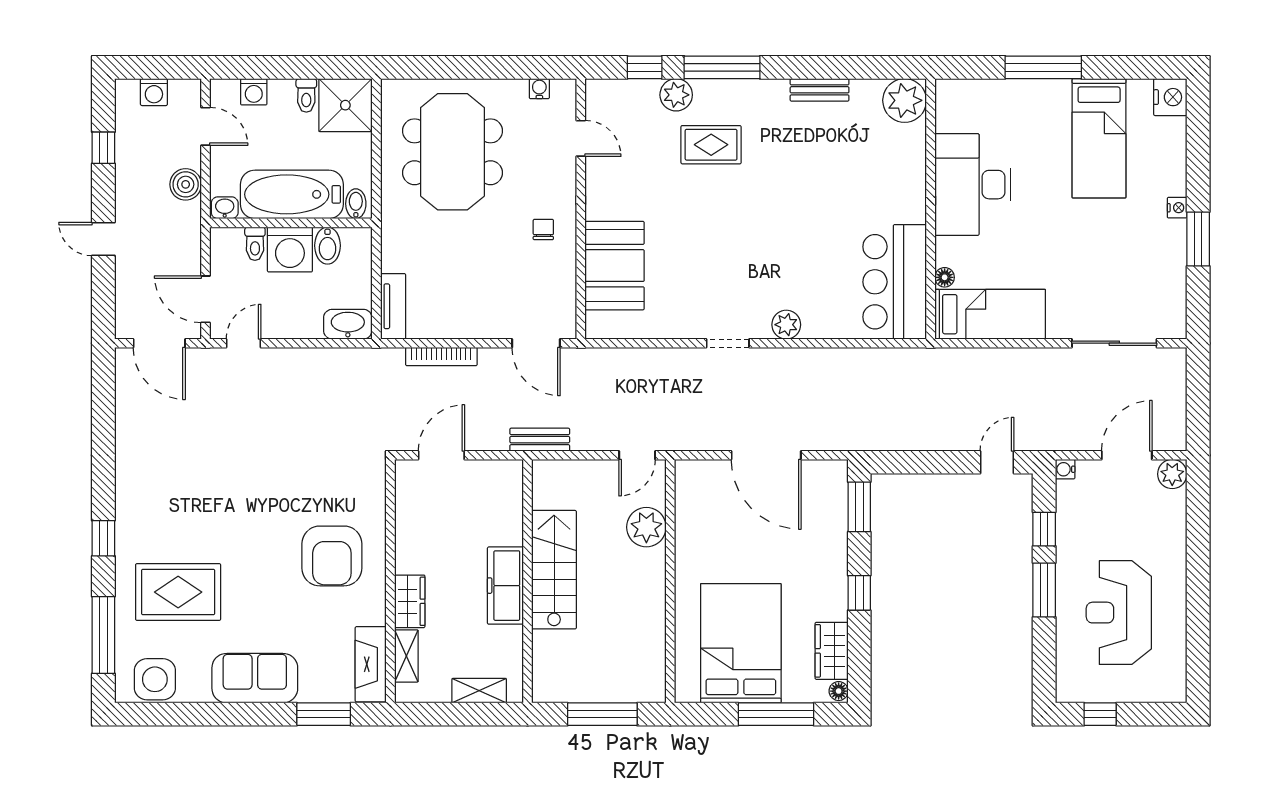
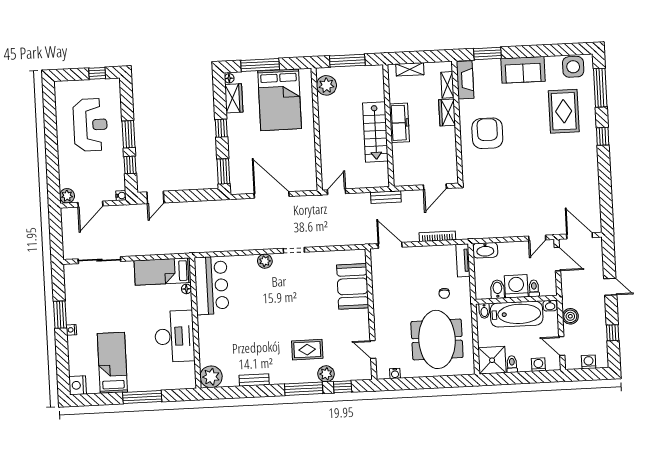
chair: (543, 229) -> (444, 293), moved
plant: (646, 527) -> (326, 85), moved
rug: (178, 592) -> (564, 111), turned 90

